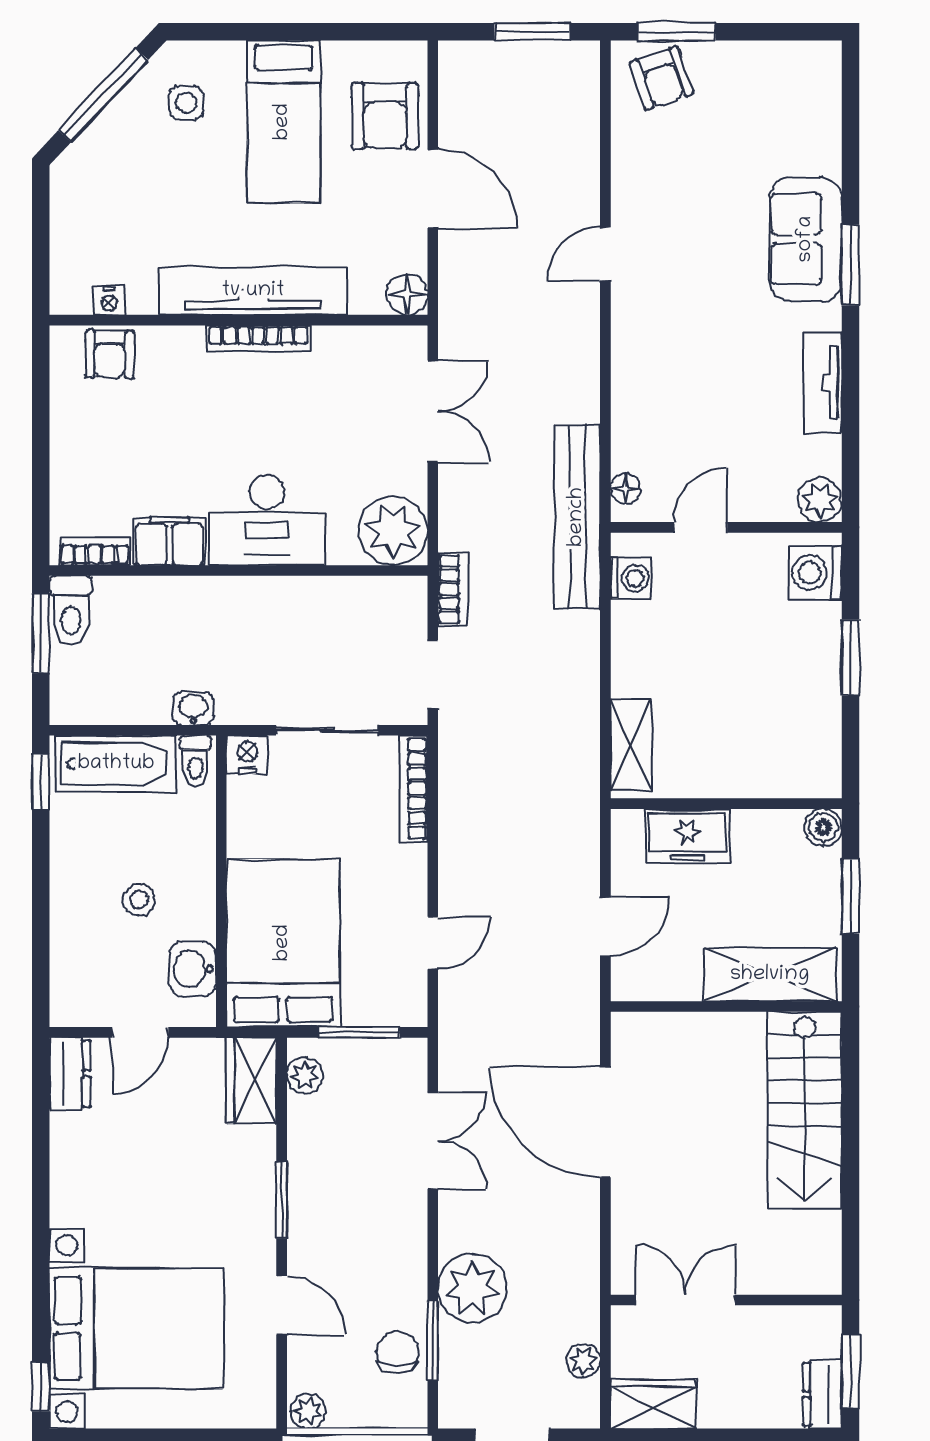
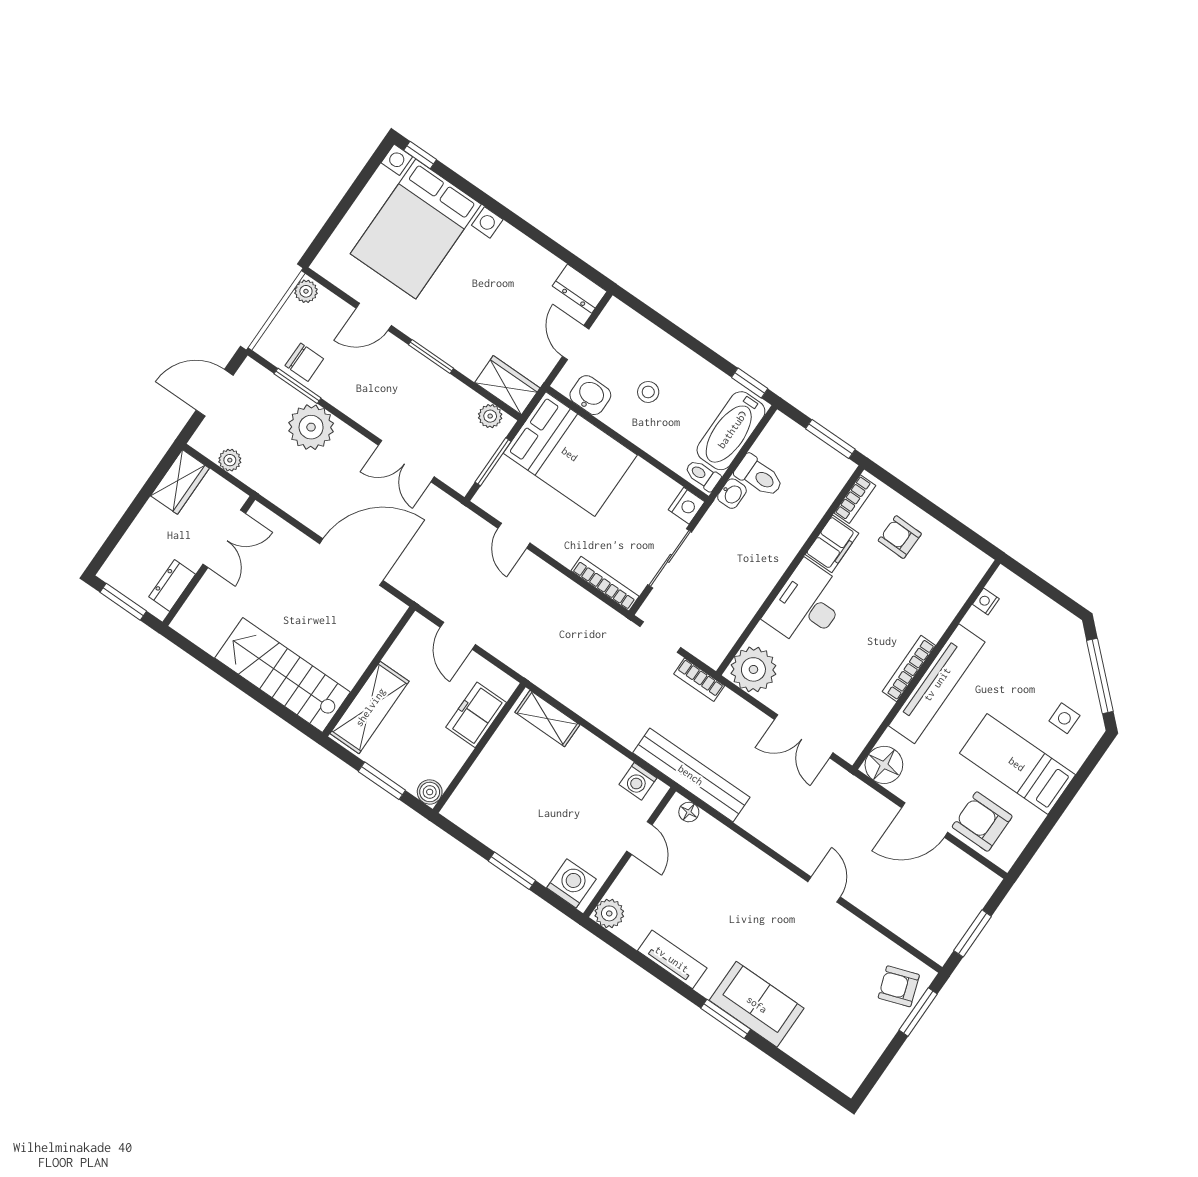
floor lamp: (407, 294) -> (884, 765), width x1.38, depth x1.38
armchair: (110, 354) -> (900, 537), moved
toilet: (71, 611) -> (759, 476), moved, turned 180
dresser: (823, 1394) -> (172, 586), moved, turned -90

